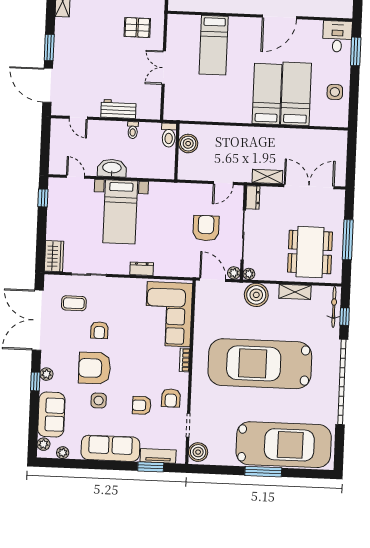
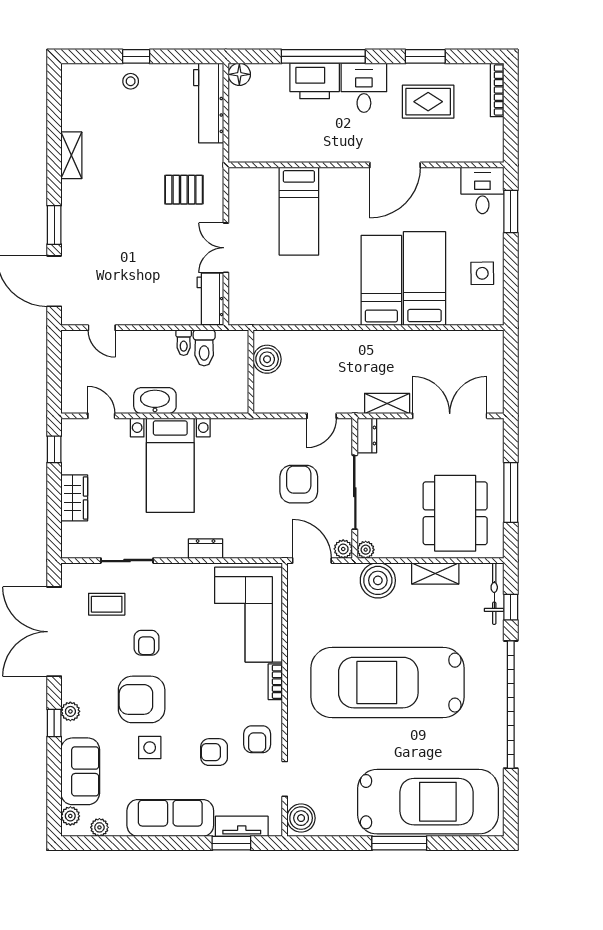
workbench: (118, 109) -> (210, 299), moved, turned -90
toilet: (169, 135) -> (204, 348), moved
wardrobe: (54, 256) -> (74, 498), moved

